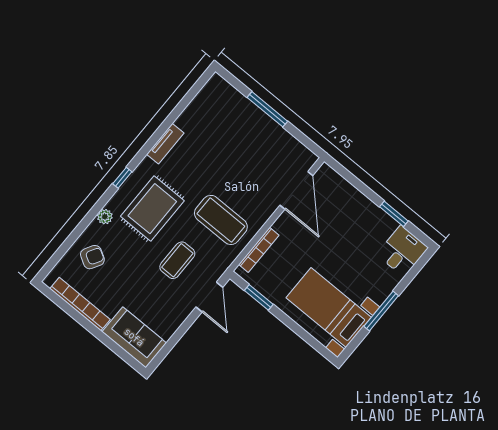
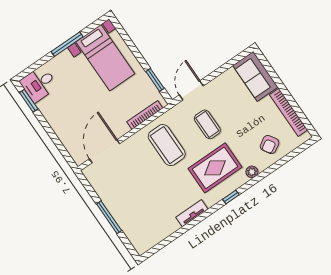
window: (394, 214) -> (29, 101), moved
armchair: (92, 257) -> (270, 145), turned -62
coffee table: (177, 260) -> (207, 124), turned 90

